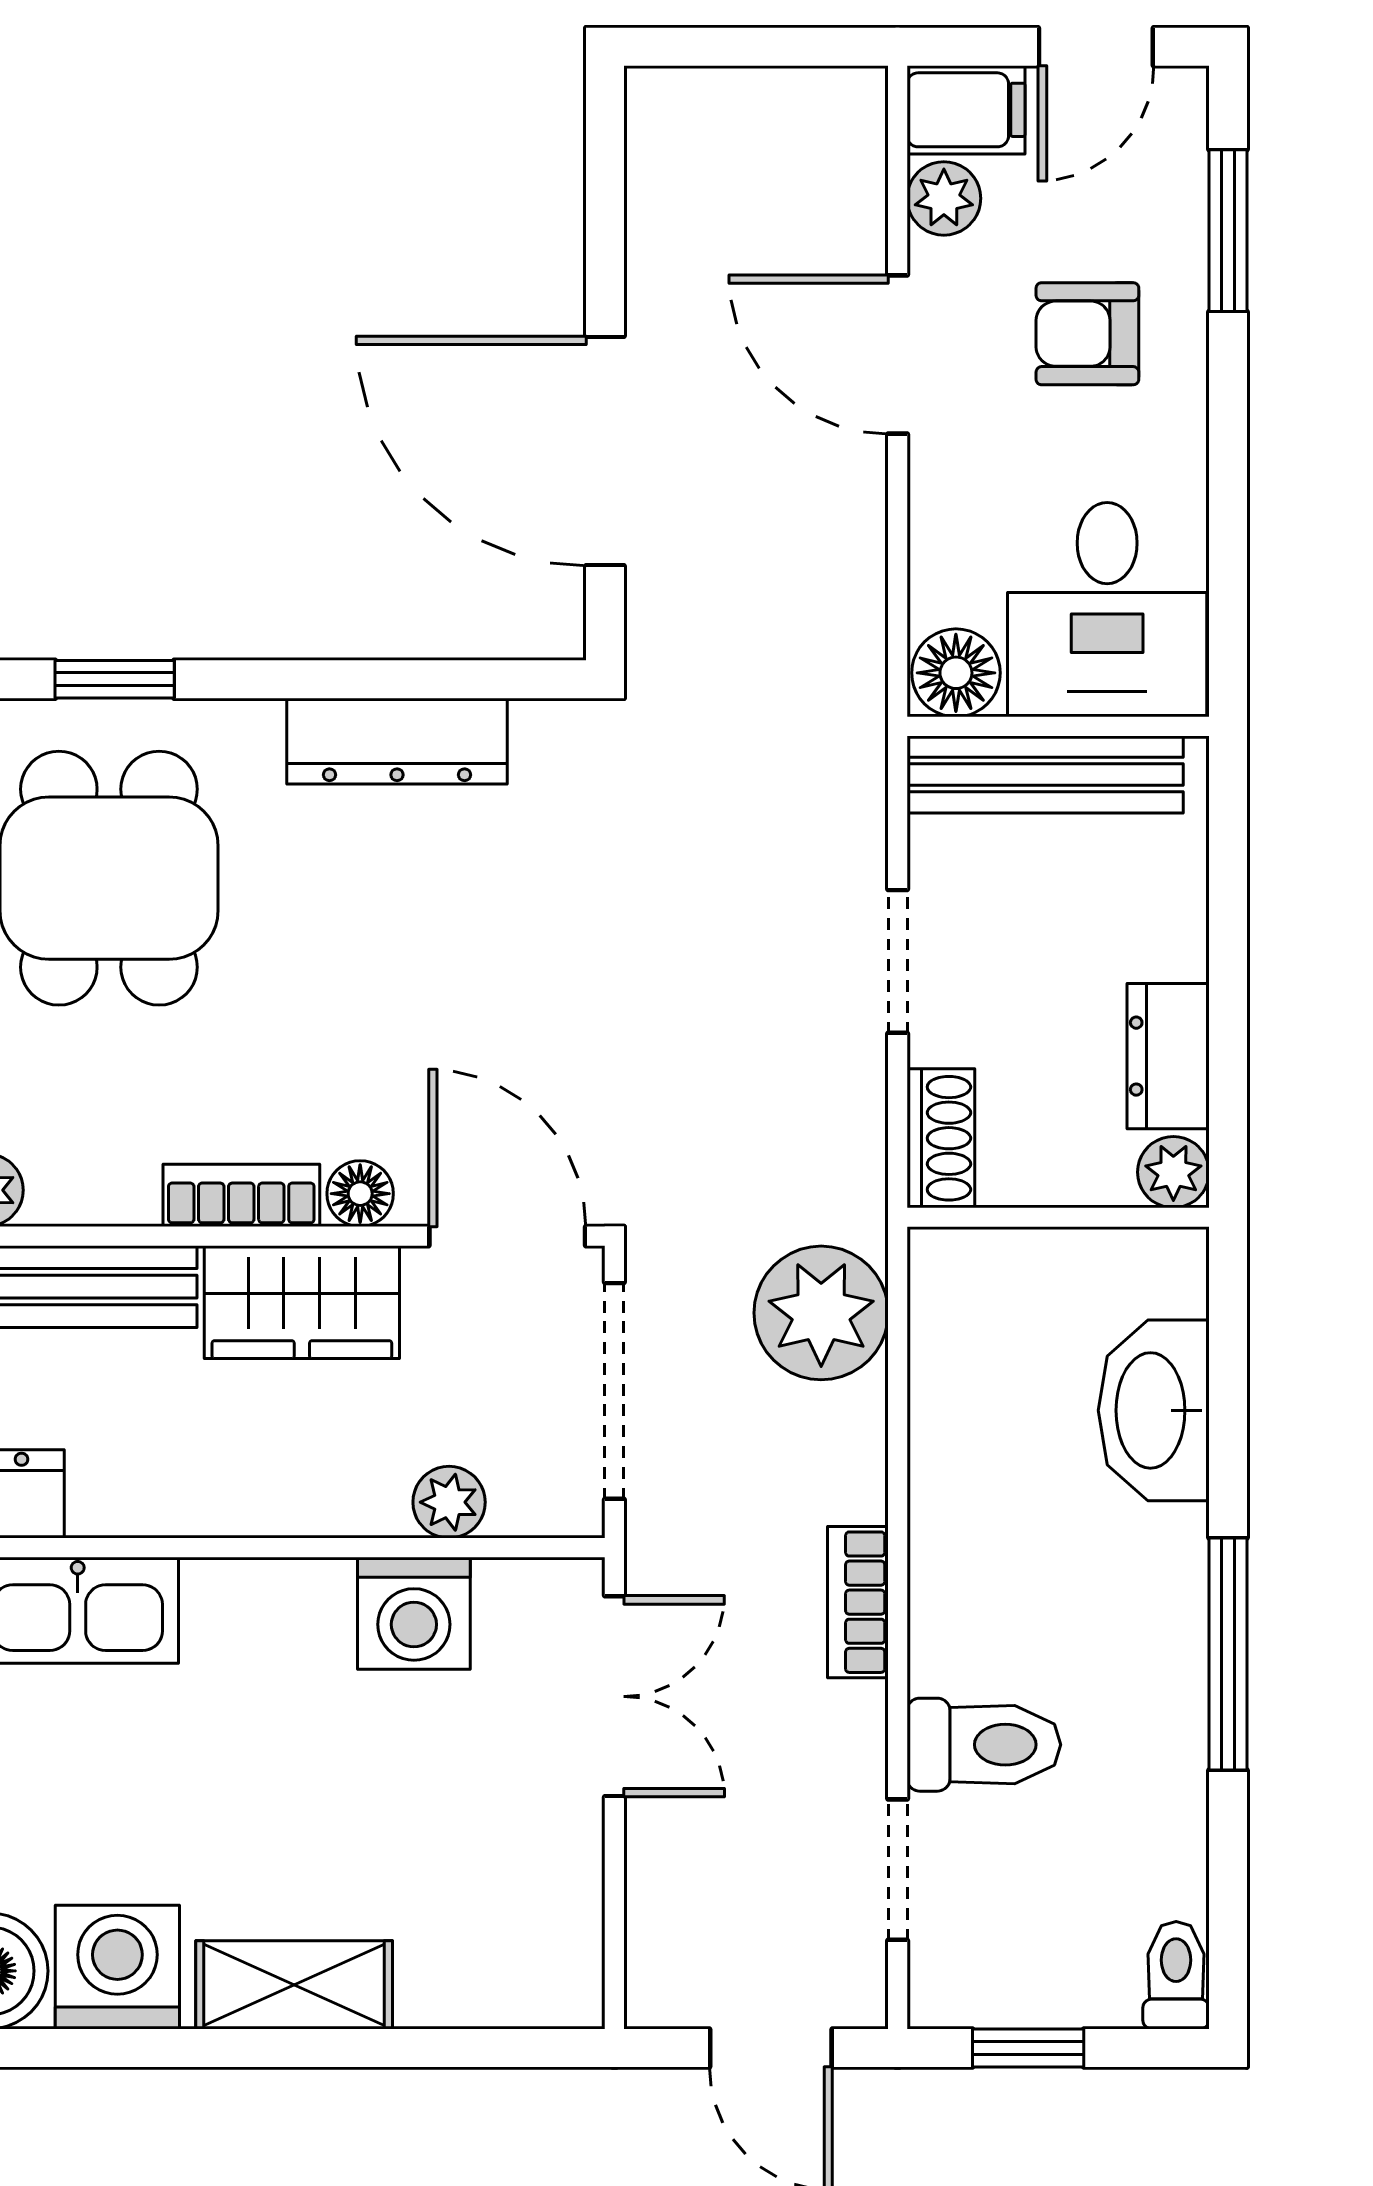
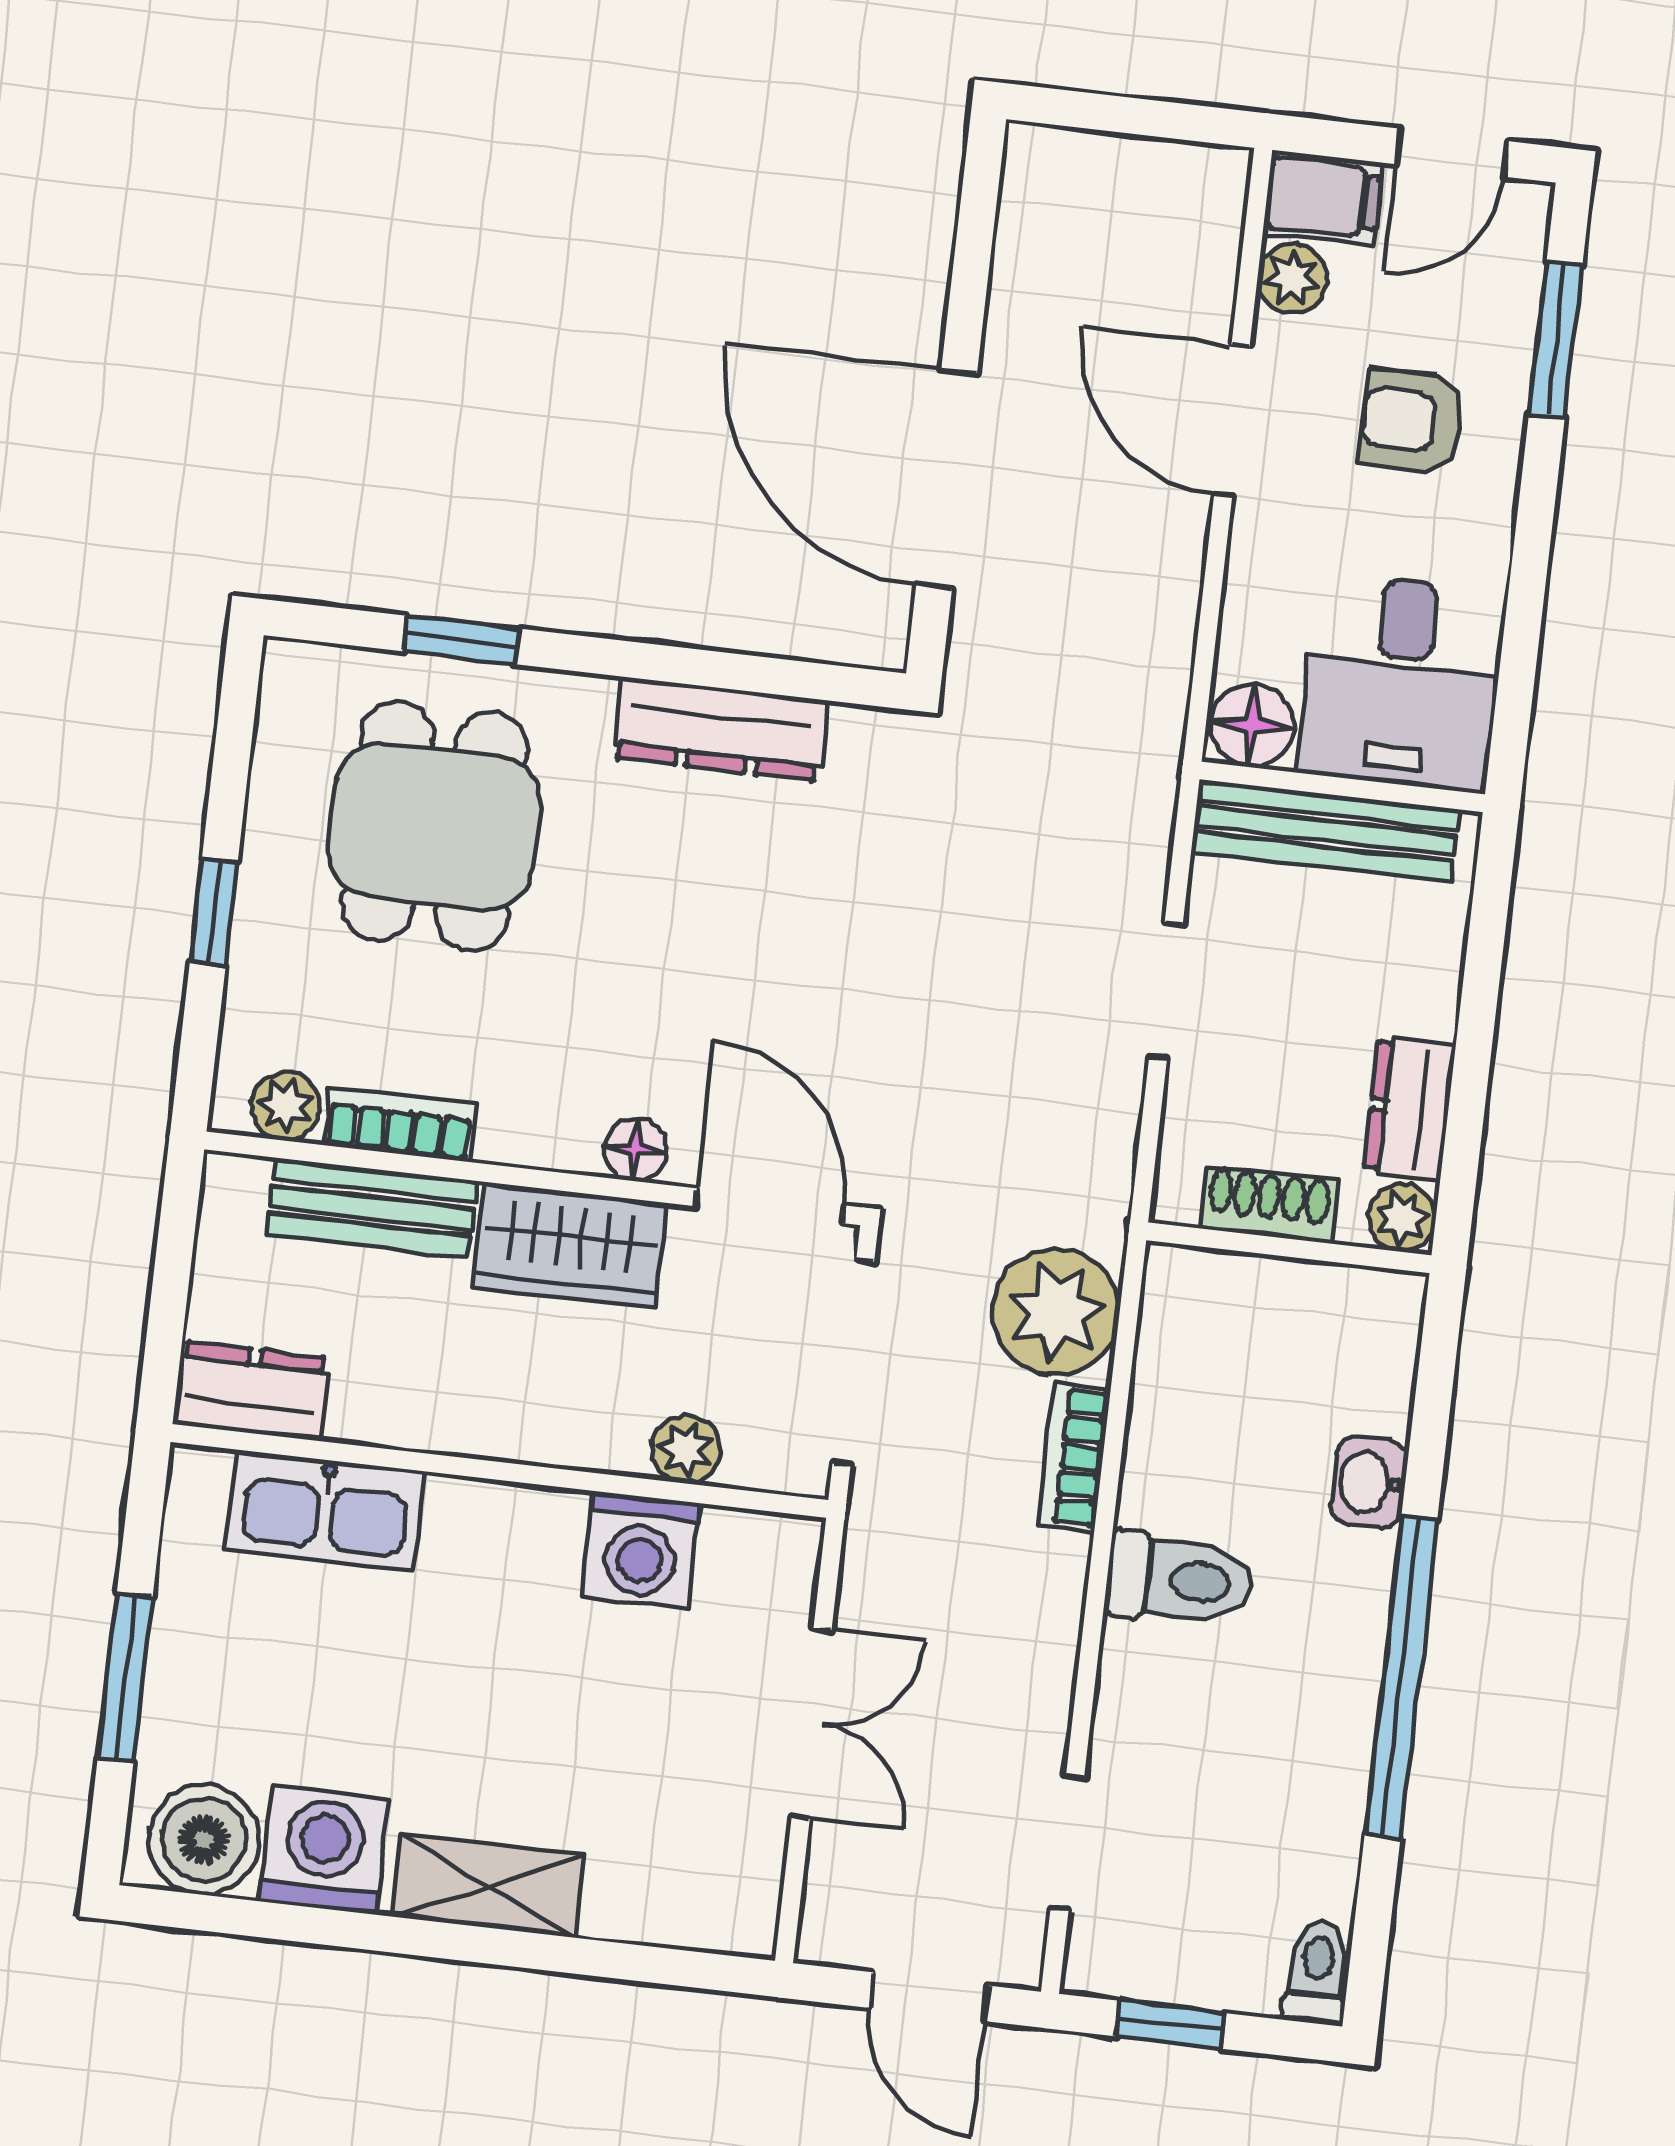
shoe rack: (941, 1138) -> (1268, 1204), moved, turned -90
bookcase: (241, 1195) -> (400, 1124), moved
washbasin: (1154, 1410) -> (1369, 1482), width x0.52, depth x0.69
bookcase: (858, 1602) -> (1074, 1457), moved
window: (1228, 1654) -> (1401, 1676), width x1.46
double door: (614, 1696) -> (812, 1723), moved
toilet: (984, 1745) -> (1180, 1580), moved

